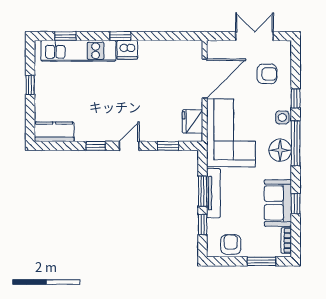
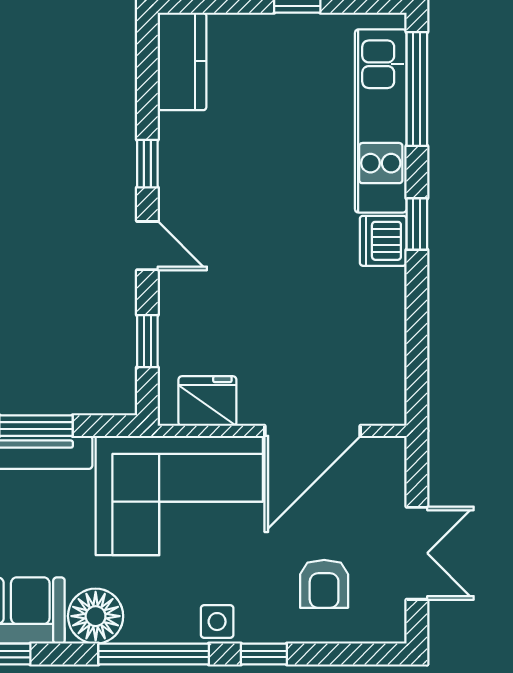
window: (65, 36) -> (417, 89), width x2.17
door: (205, 79) -> (313, 431), hinge flipped
floor lamp: (280, 150) -> (96, 616), moved

